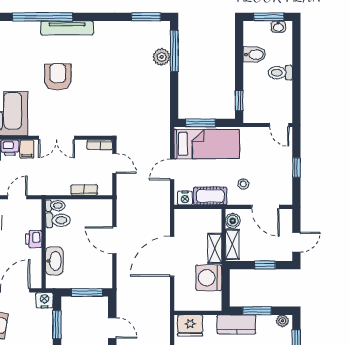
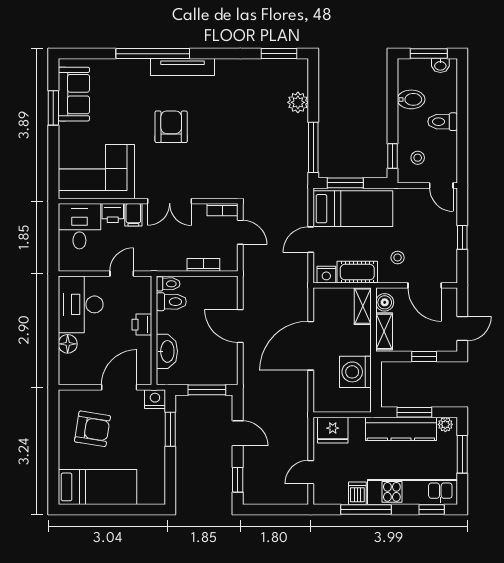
window: (174, 51) -> (313, 147), moved
stool: (260, 102) -> (418, 158), added
shelving: (215, 248) -> (363, 306), moved
kitchen counter: (236, 324) -> (401, 429), width x1.50

